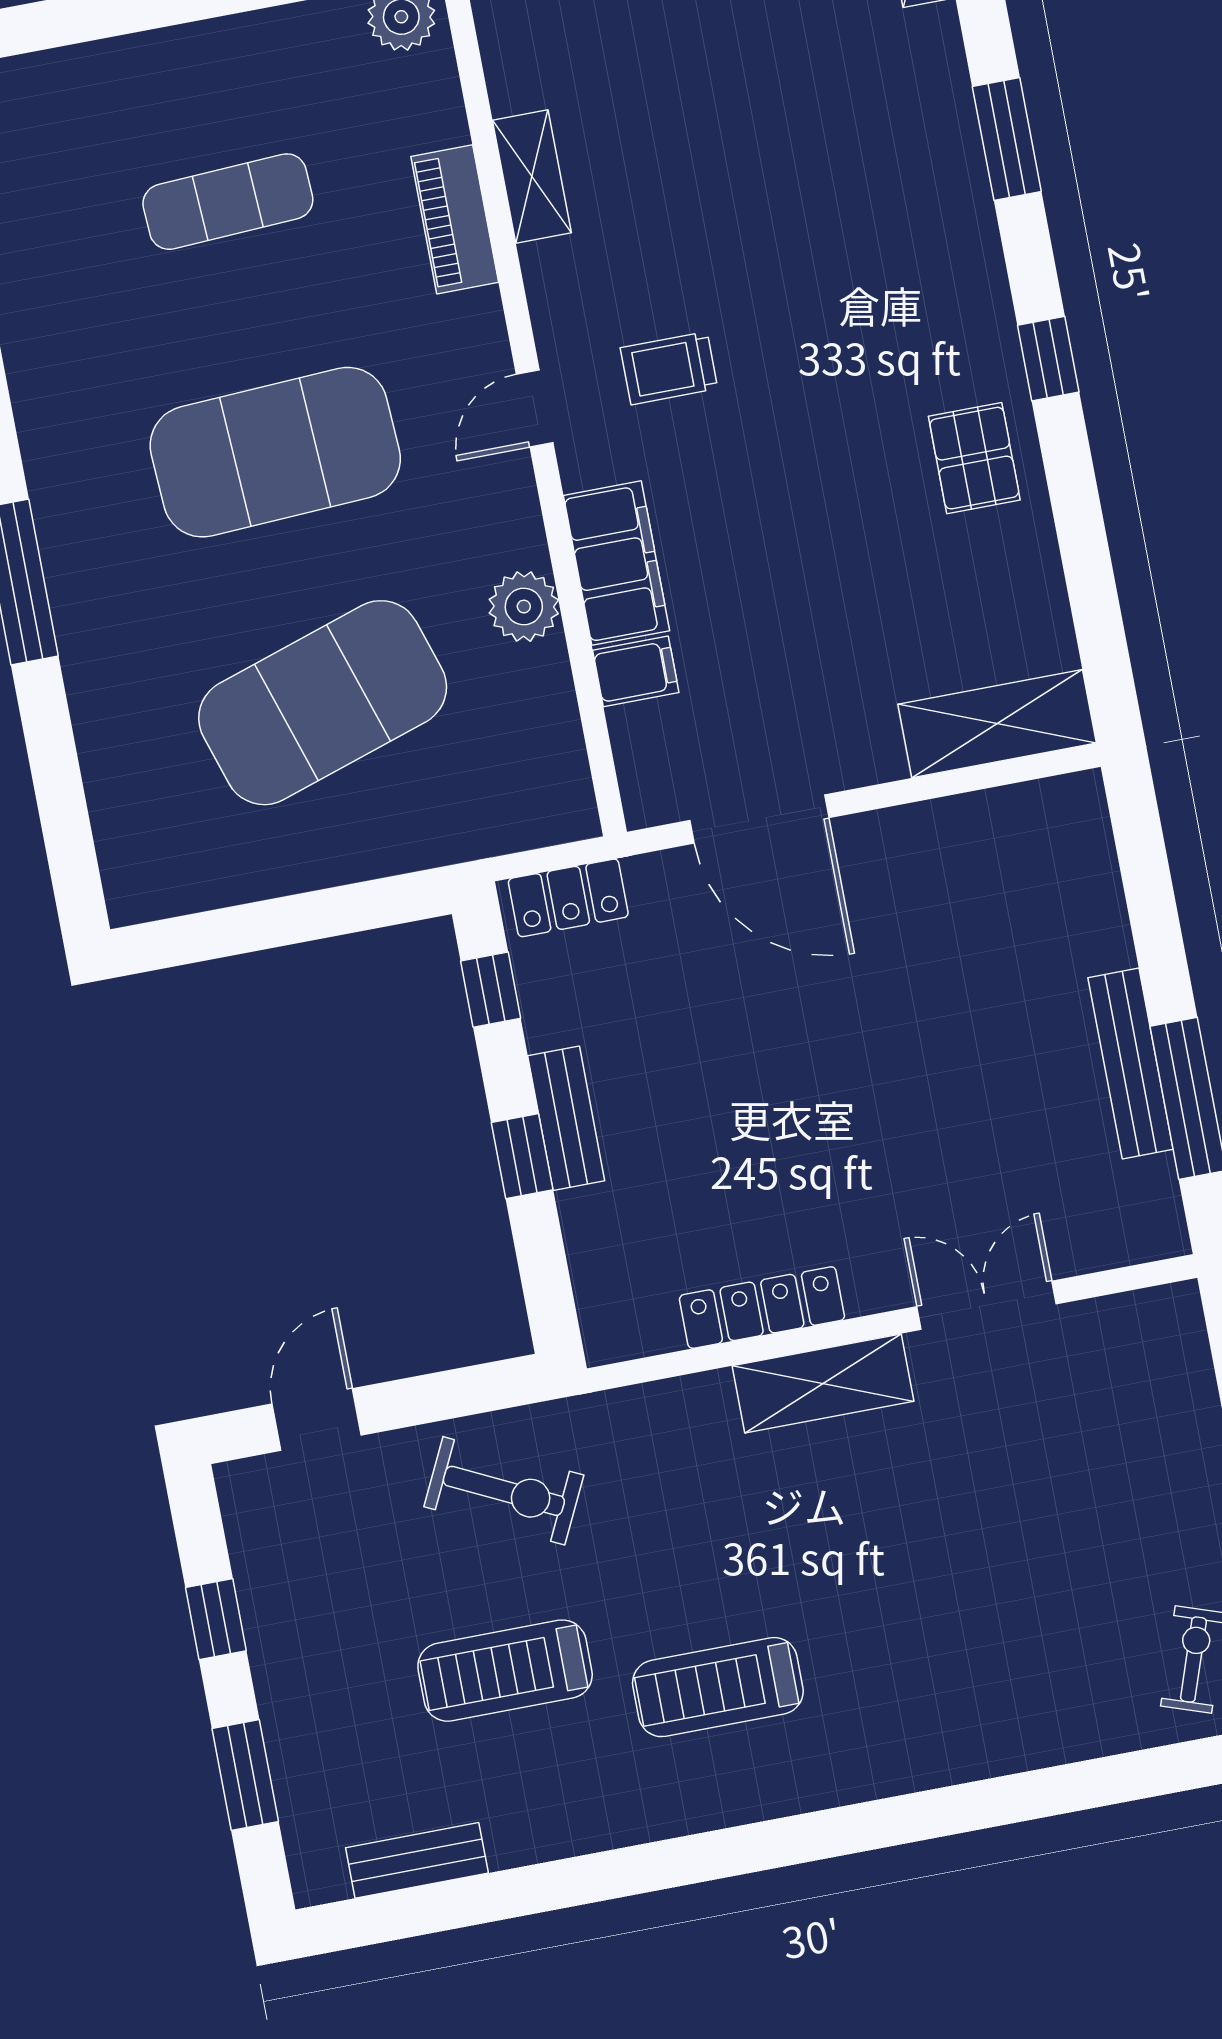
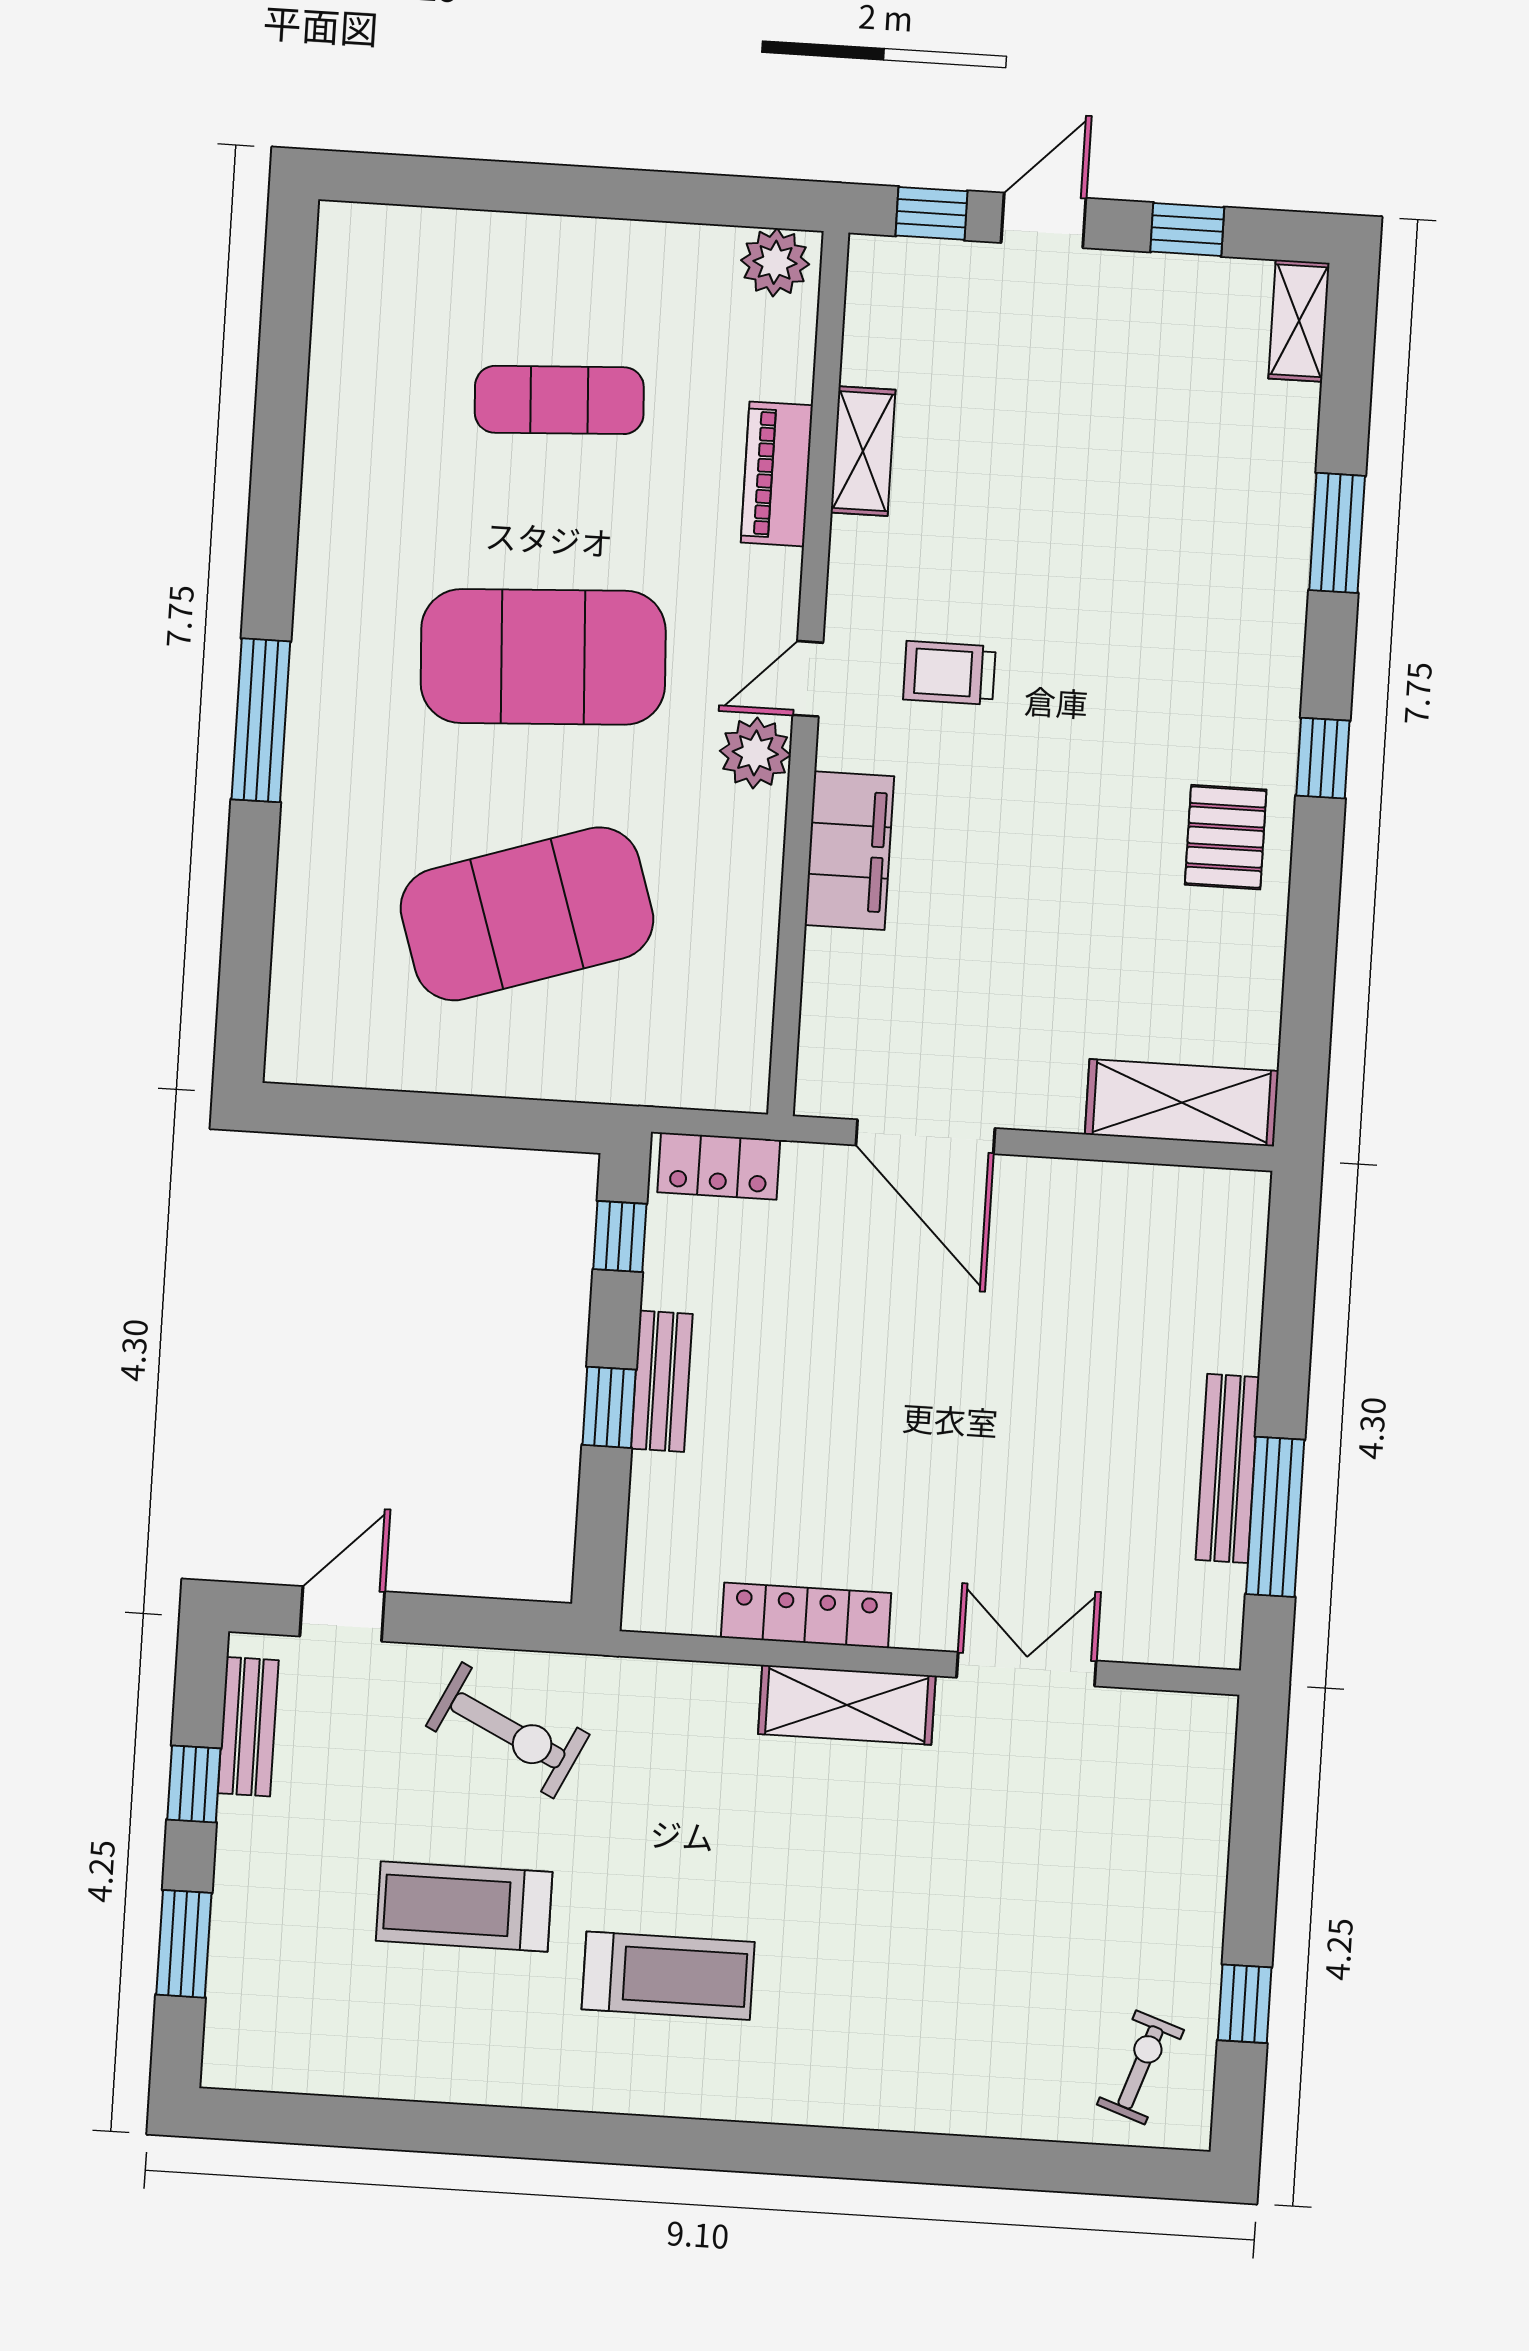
plant: (524, 607) -> (755, 753), moved
filing cabinet: (636, 671) -> (841, 961), removed
treadmill: (718, 1687) -> (668, 1976), turned 180
bench: (417, 1860) -> (248, 1727), moved, turned 90

